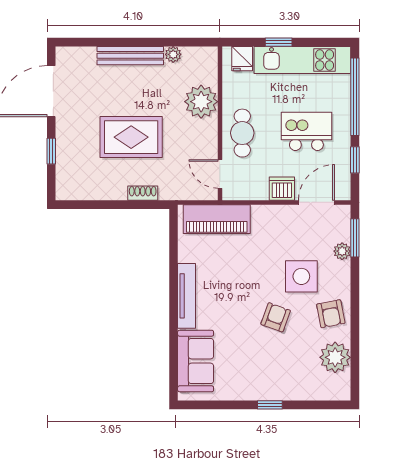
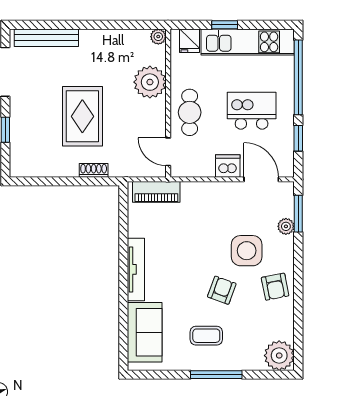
plant: (173, 54) -> (158, 37), moved
bench: (130, 56) -> (46, 38), moved
rug: (131, 137) -> (82, 116), turned 90
door: (316, 202) -> (261, 179), hinge flipped
piano: (217, 219) -> (156, 192), width x0.73, depth x0.75
plant: (335, 357) -> (279, 356), moved
coffee table: (259, 364) -> (206, 336), added
window: (270, 405) -> (216, 375), width x2.17

